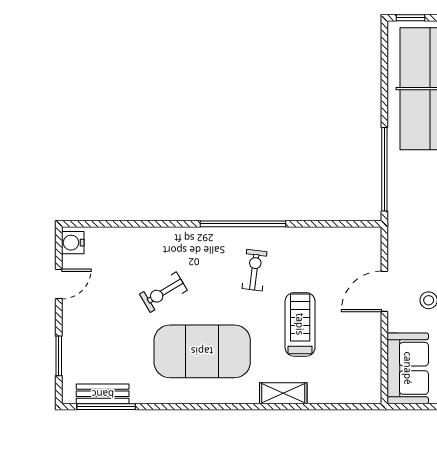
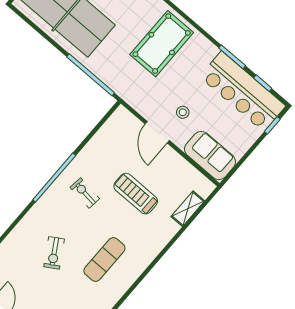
exercise mat: (202, 351) -> (104, 260), width x0.50, depth x0.69
shelving: (283, 393) -> (188, 209), moved

